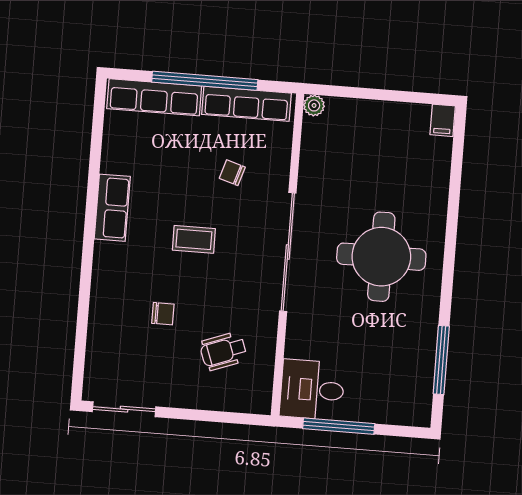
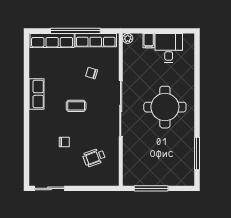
filing cabinet: (443, 120) -> (149, 41), moved
desk: (312, 390) -> (169, 48), moved, turned 90

